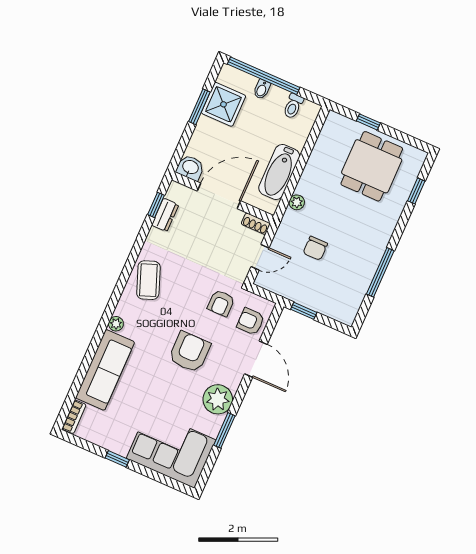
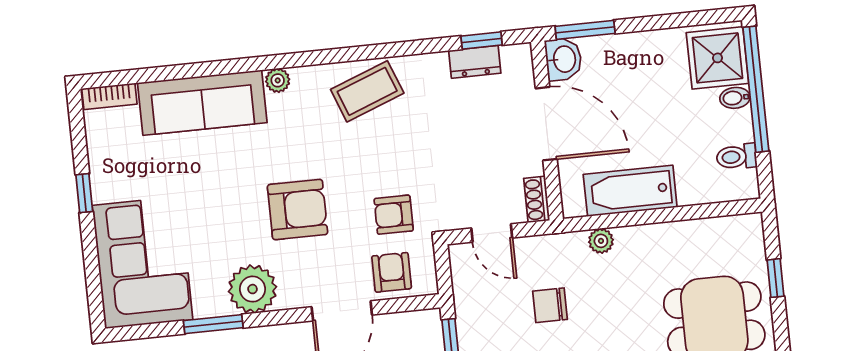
shower: (223, 104) -> (717, 58), moved
window: (199, 107) -> (585, 30), moved

